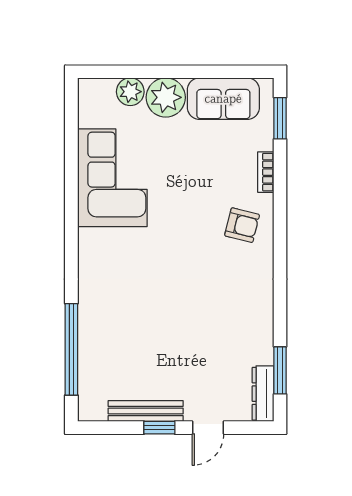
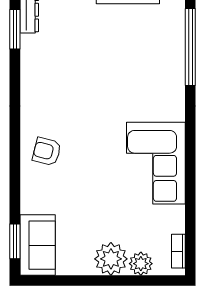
sofa: (223, 99) -> (38, 245), moved, turned 90
bookcase: (266, 172) -> (178, 251), moved, turned 180
corner sofa: (112, 178) -> (156, 163), moved

